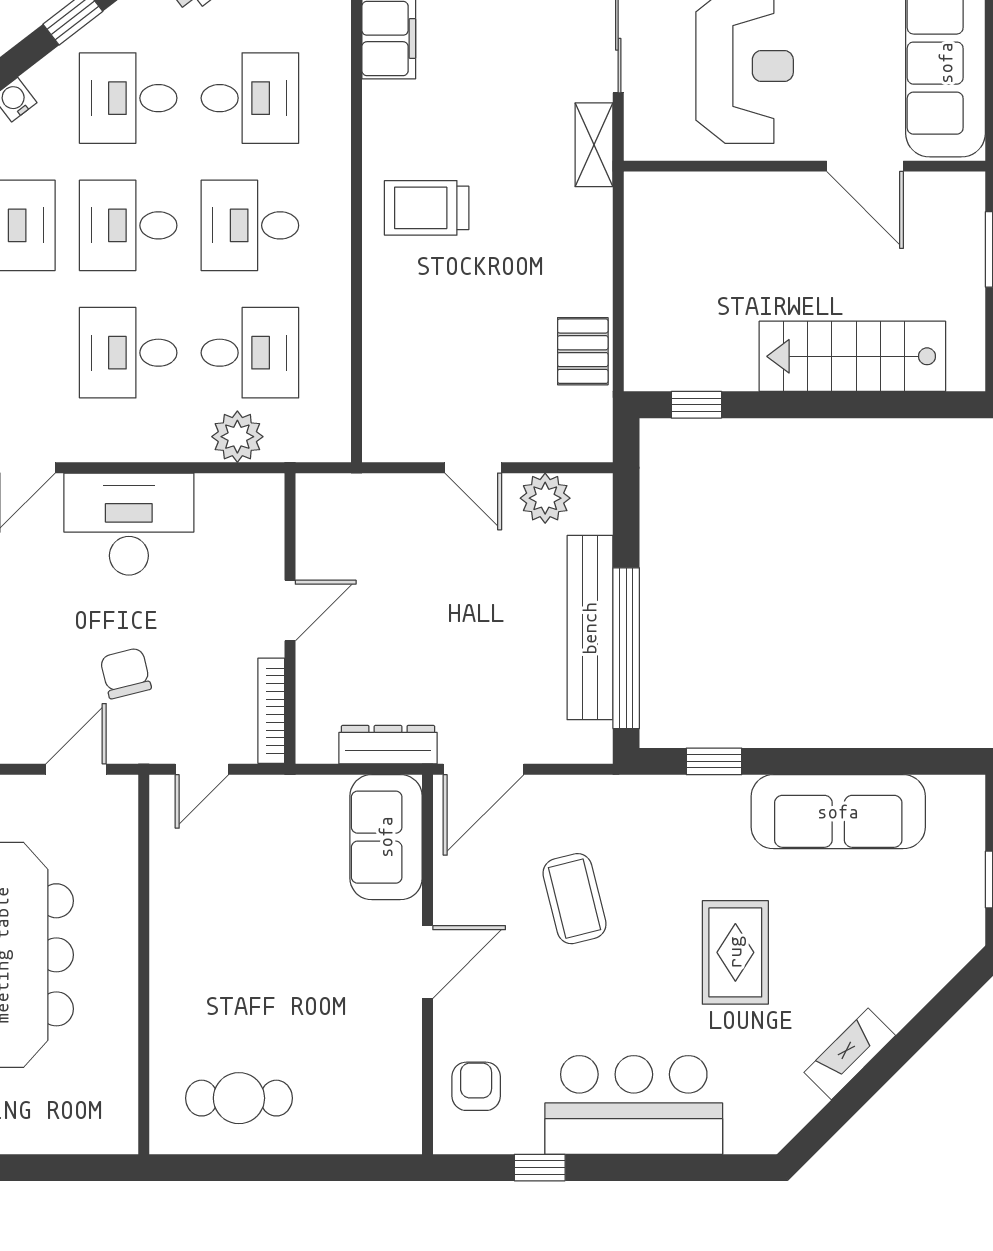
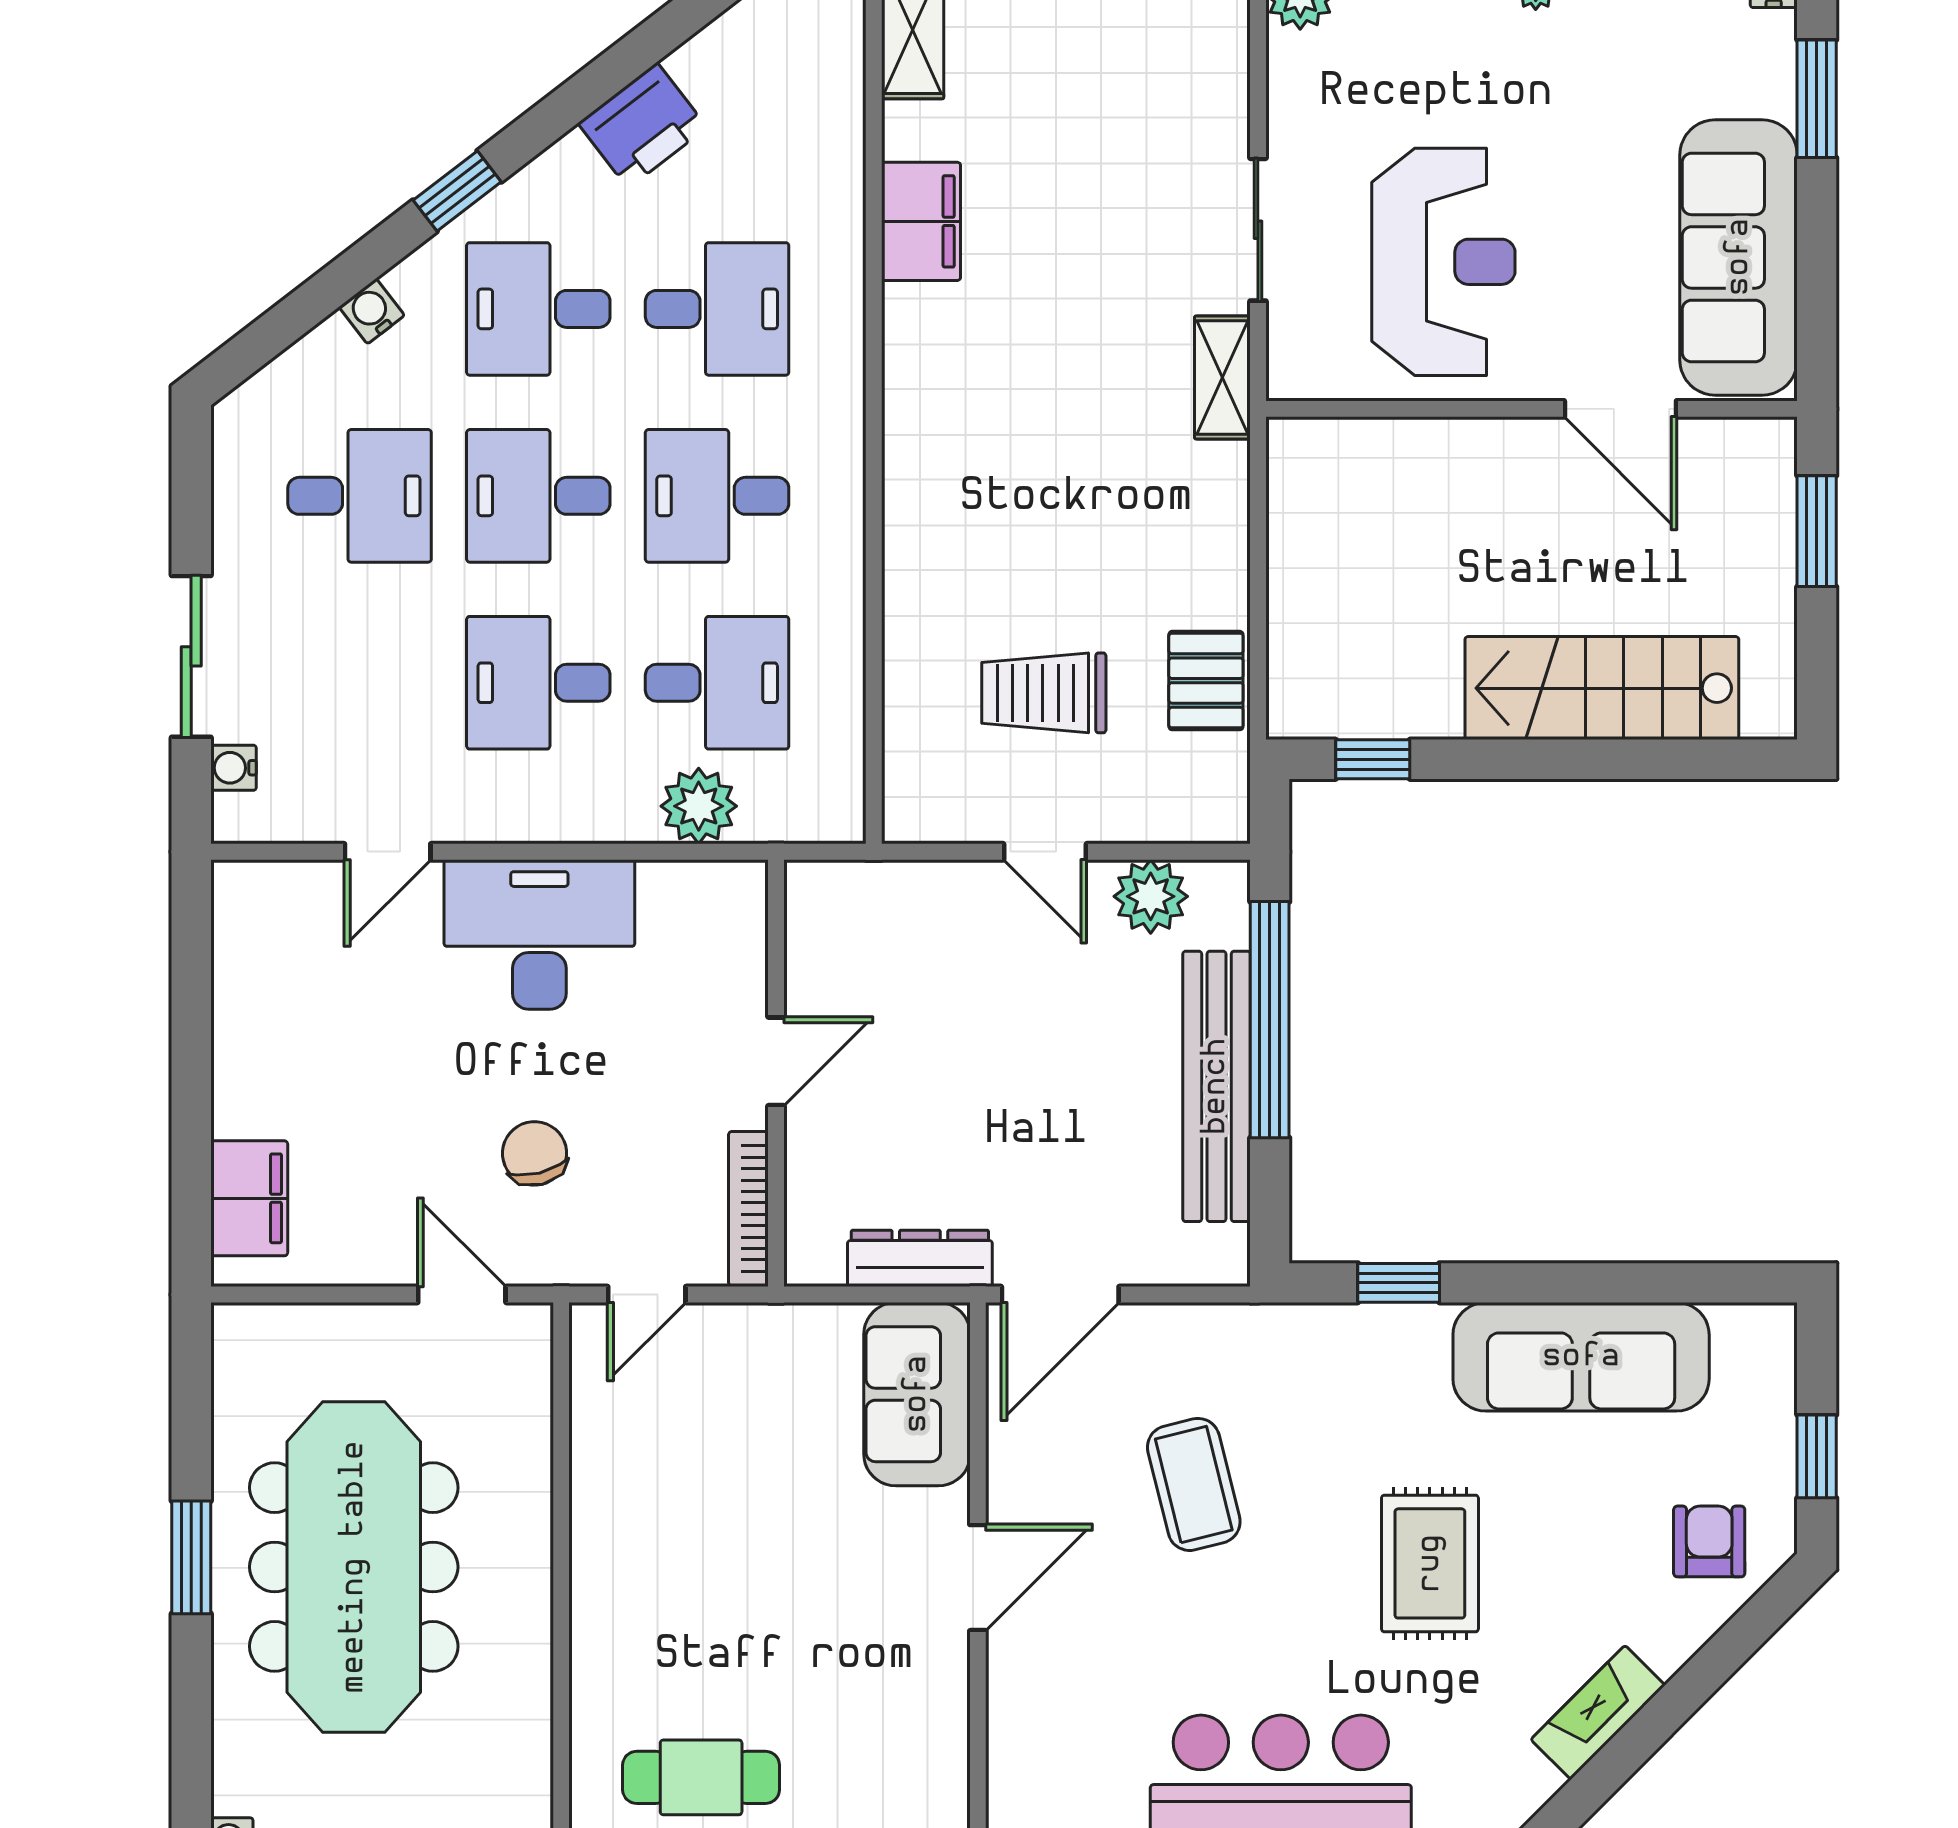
trolley: (427, 208) -> (1044, 693), moved
window: (626, 648) -> (1270, 1020), moved
door: (76, 769) -> (462, 1295), hinge flipped
armchair: (476, 1086) -> (1709, 1541), moved

